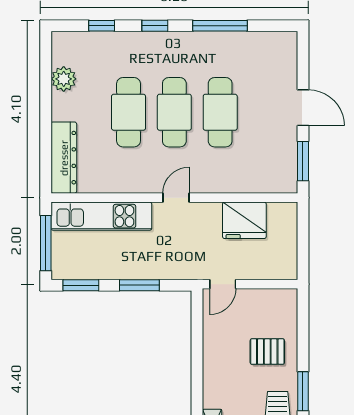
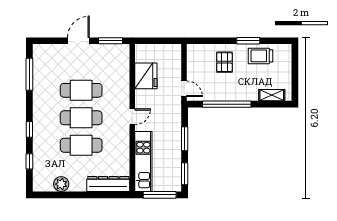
window: (220, 26) -> (29, 74), moved
door: (176, 198) -> (132, 117), swing flipped
window: (197, 355) -> (227, 104), added

